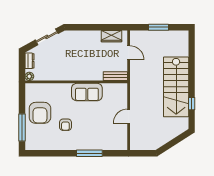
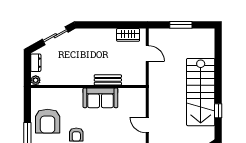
bench: (115, 76) -> (108, 80), moved
door: (129, 116) -> (147, 125), hinge flipped

